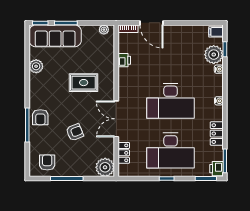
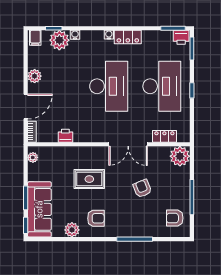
plant: (180, 31) -> (35, 76), added
rug: (84, 83) -> (89, 179), turned 90
armchair: (40, 117) -> (96, 218), moved
locker: (217, 134) -> (128, 37), moved

